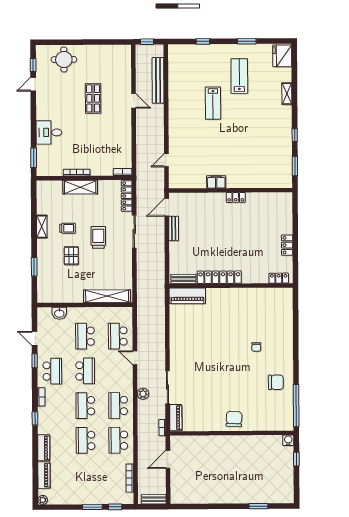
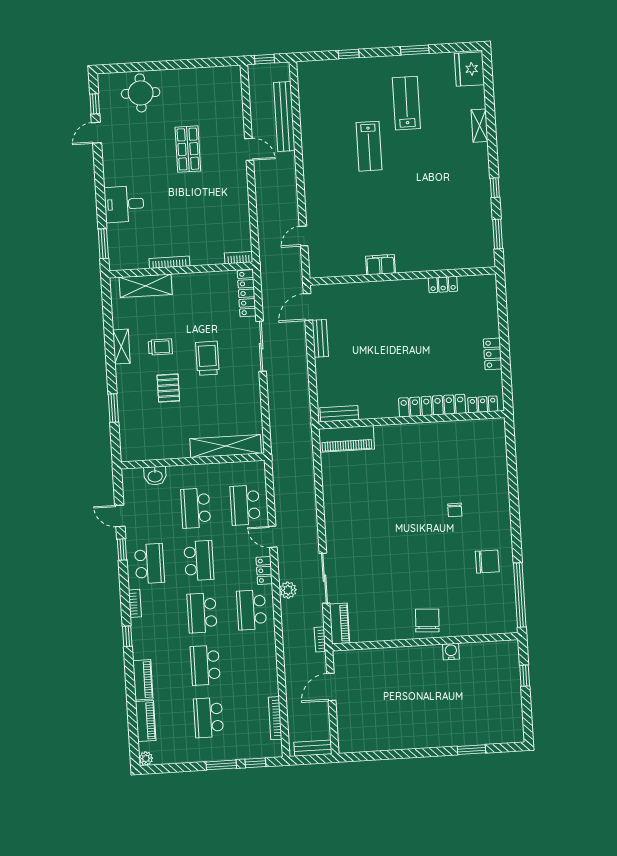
shelving: (80, 187) -> (146, 286), moved
locker: (236, 197) -> (443, 285), moved
locker: (219, 277) -> (432, 406), moved
locker: (128, 380) -> (264, 571), added
school desk: (118, 440) -> (208, 718), moved
water cooler: (288, 440) -> (451, 652), moved

